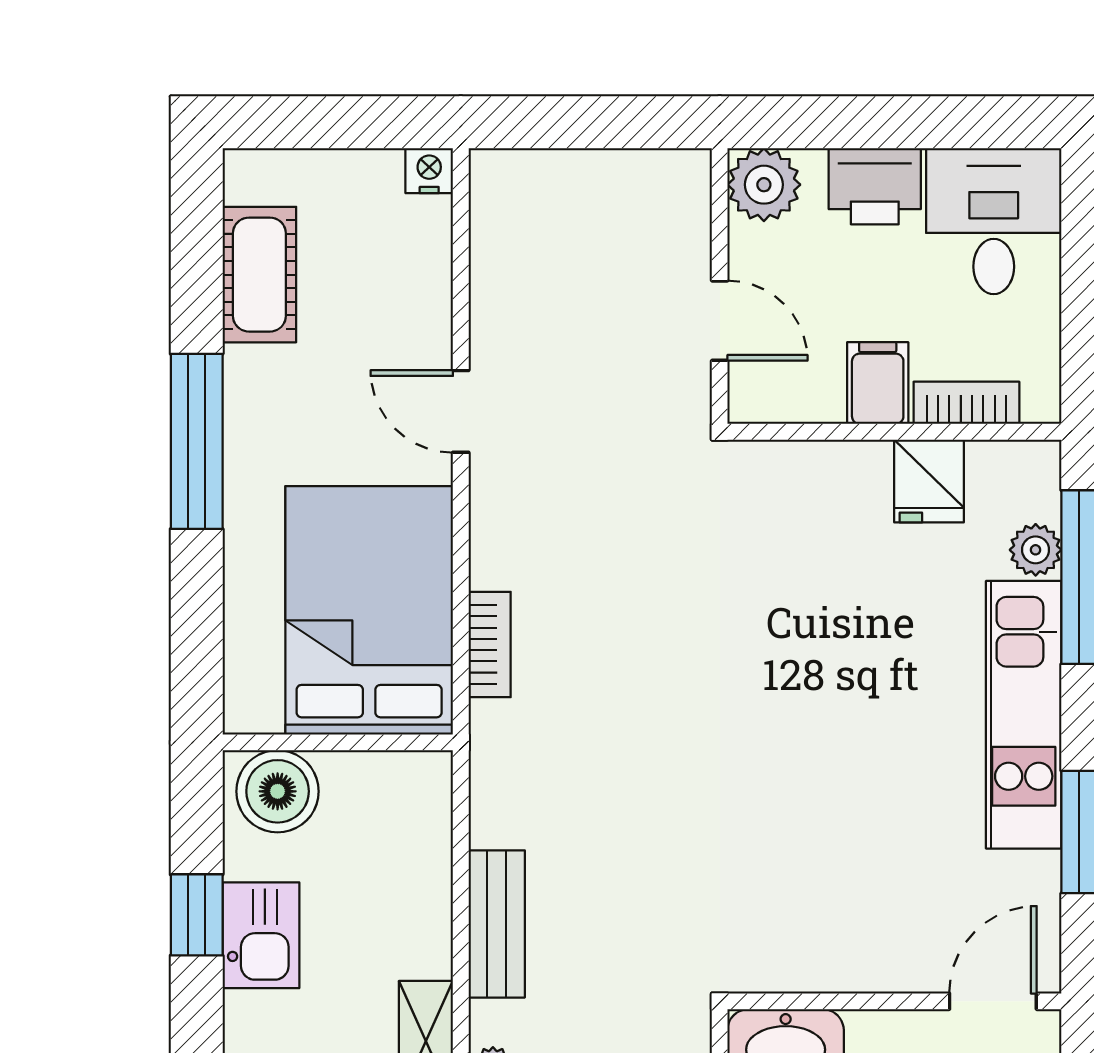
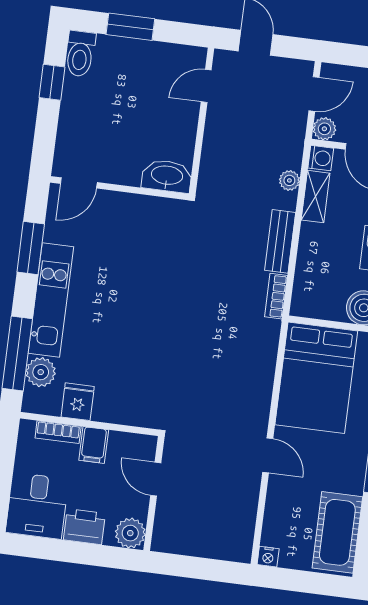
cot: (259, 275) -> (337, 532), width x1.37, depth x1.34
plant: (1036, 550) -> (41, 372), width x1.38, depth x1.38
bookcase: (490, 644) -> (276, 296), moved

